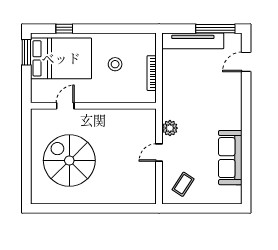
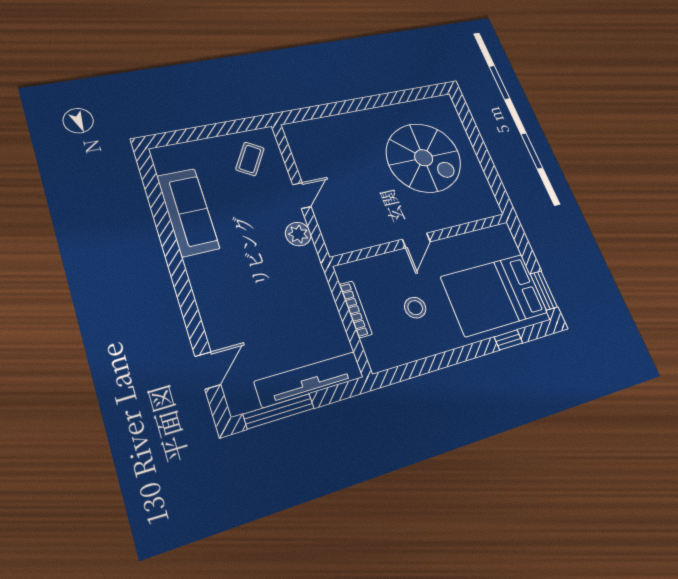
door: (65, 106) -> (416, 240), moved

